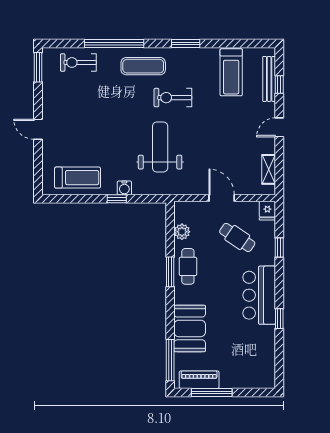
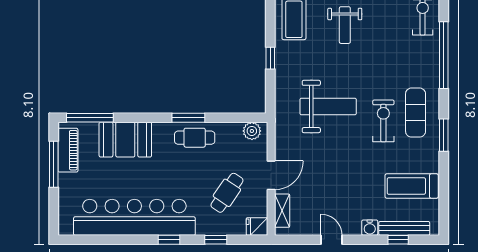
exercise mat: (143, 66) -> (416, 113), moved
door: (279, 127) -> (332, 240), moved
weight bench: (87, 132) -> (345, 25), added
shelving: (269, 169) -> (282, 211), moved, turned 90
water cooler: (124, 188) -> (370, 228), moved, turned -90
plant: (182, 232) -> (252, 131), moved
bar counter: (259, 295) -> (134, 217), width x1.86
window: (279, 319) -> (169, 240), moved

